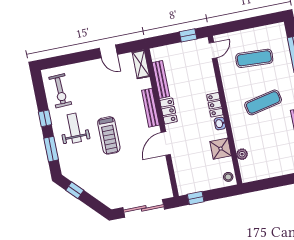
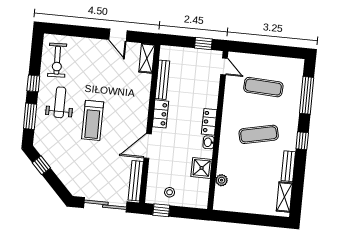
door: (213, 50) -> (224, 66), hinge flipped
bench: (150, 108) -> (136, 181), moved
stool: (228, 177) -> (170, 192), moved

